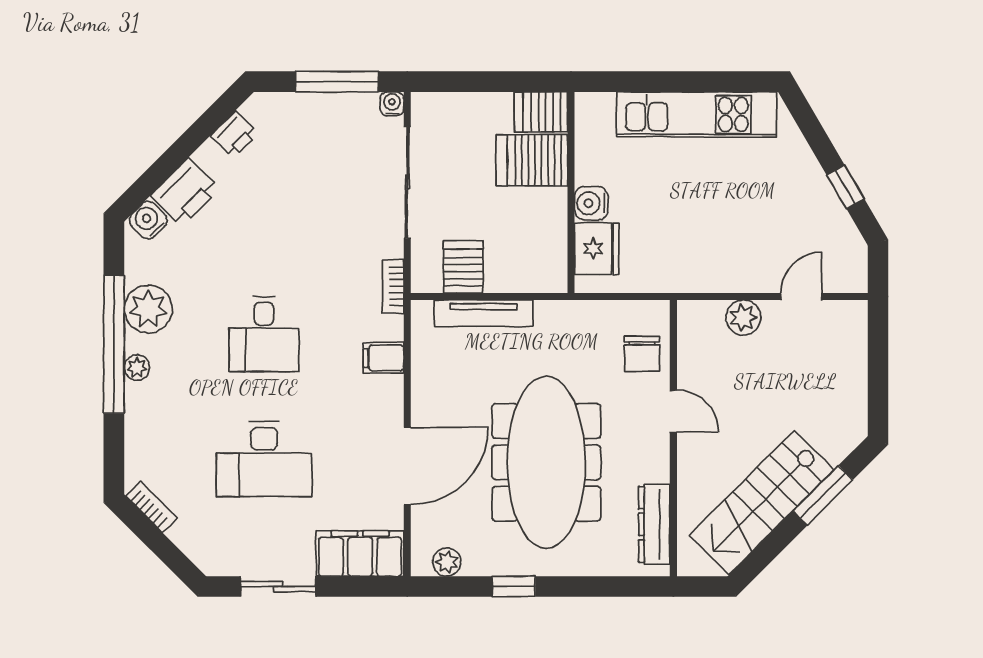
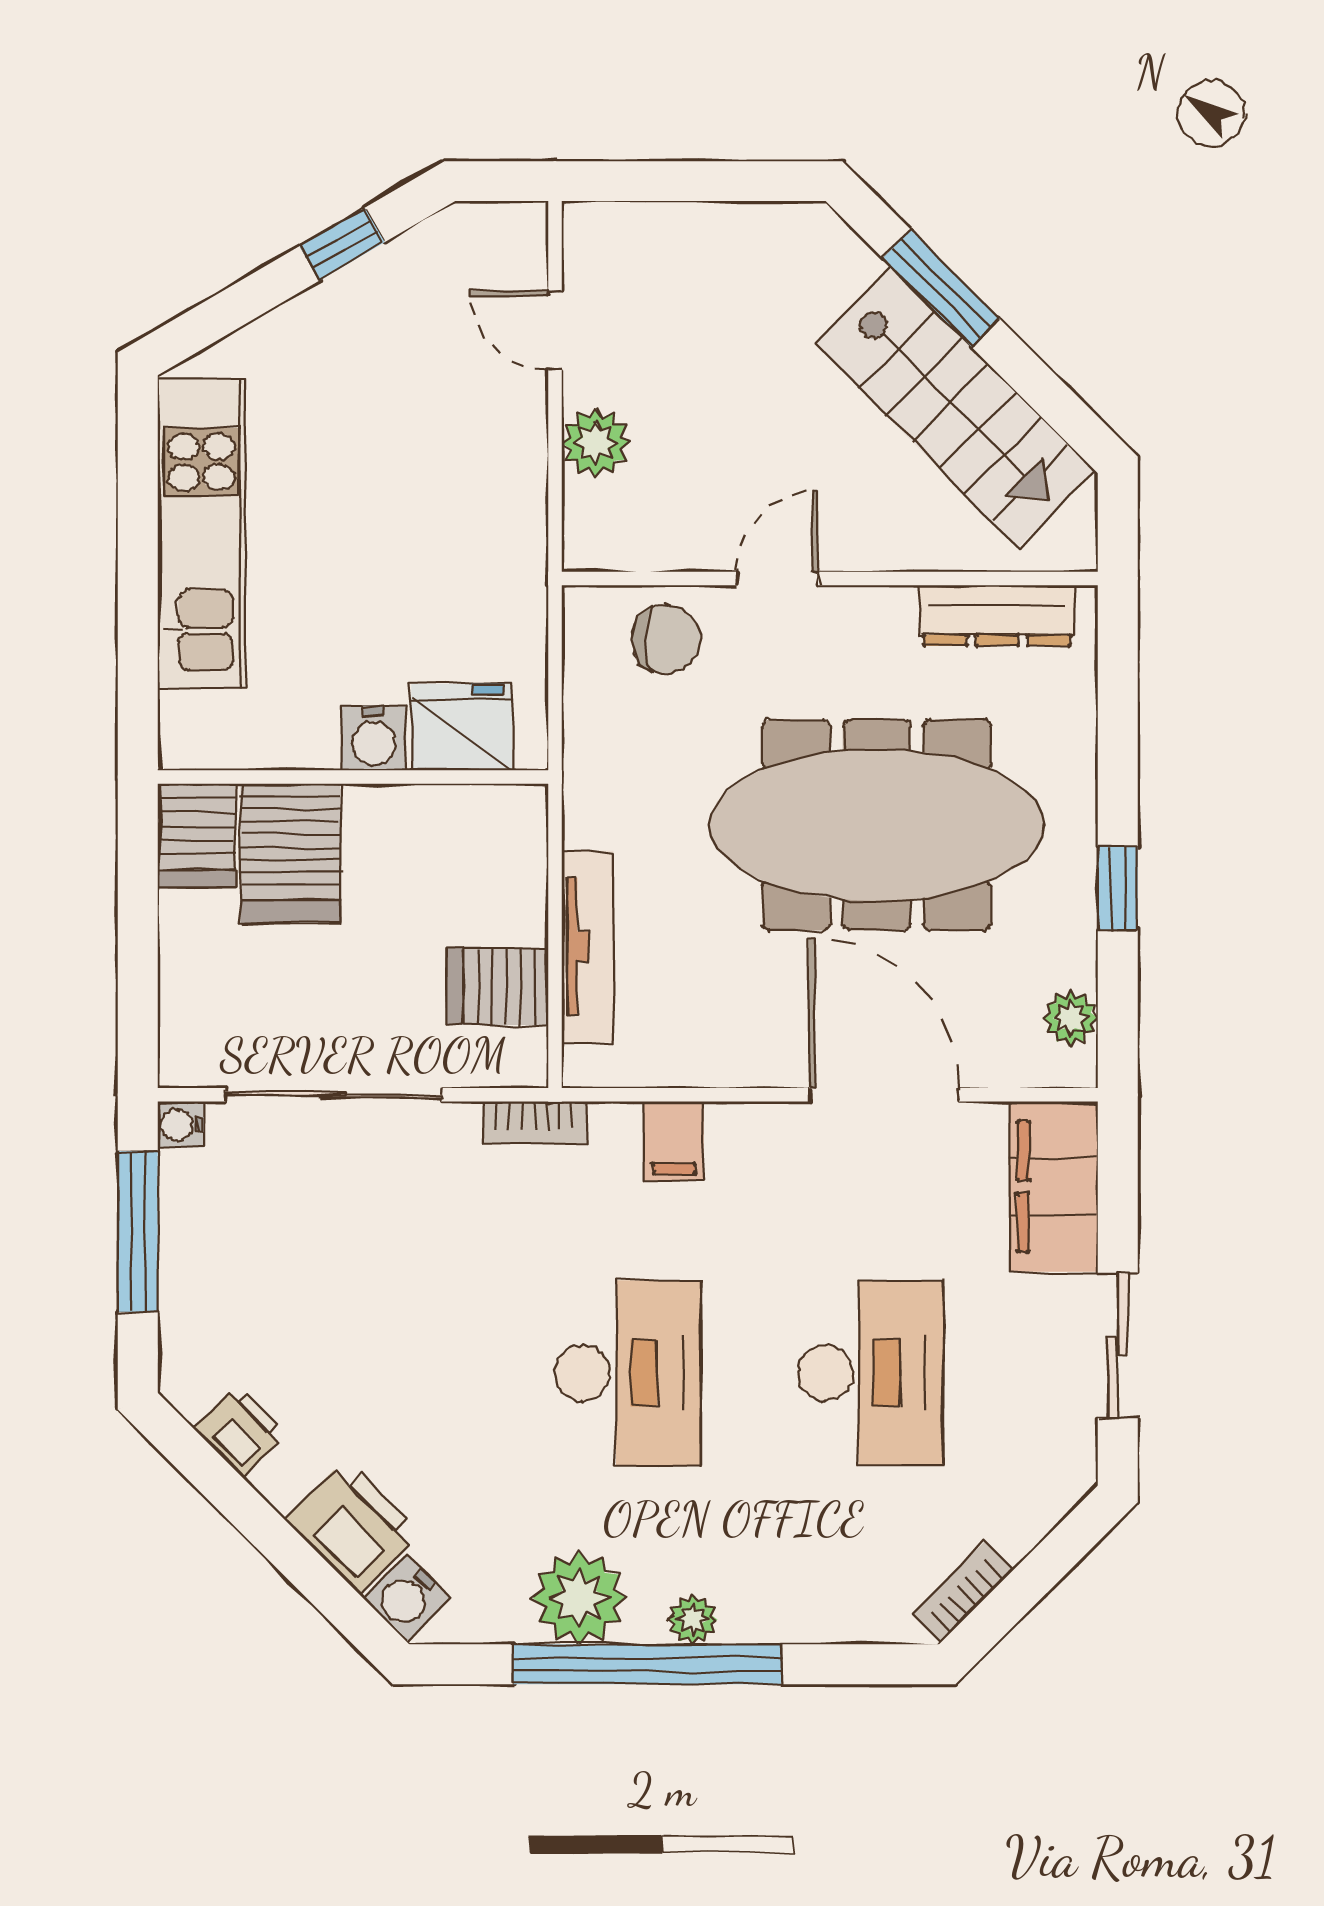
desk: (264, 334) -> (628, 1373), width x1.37

